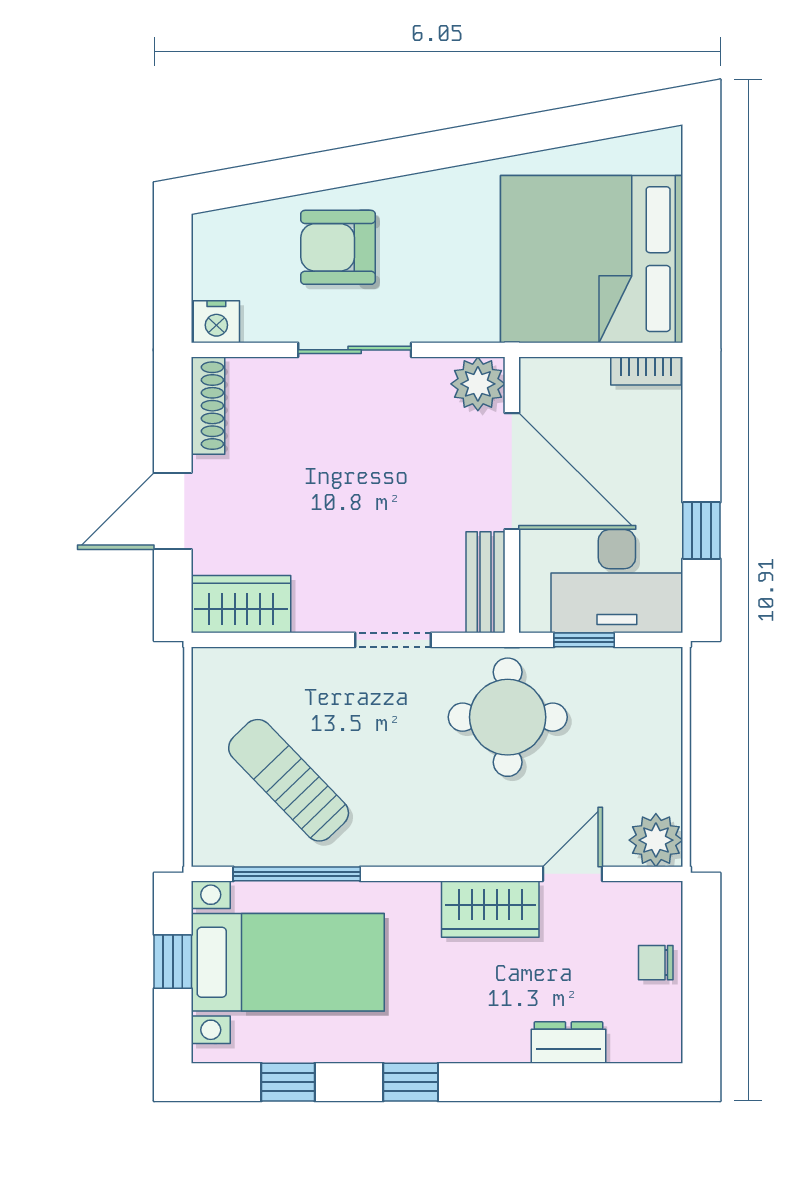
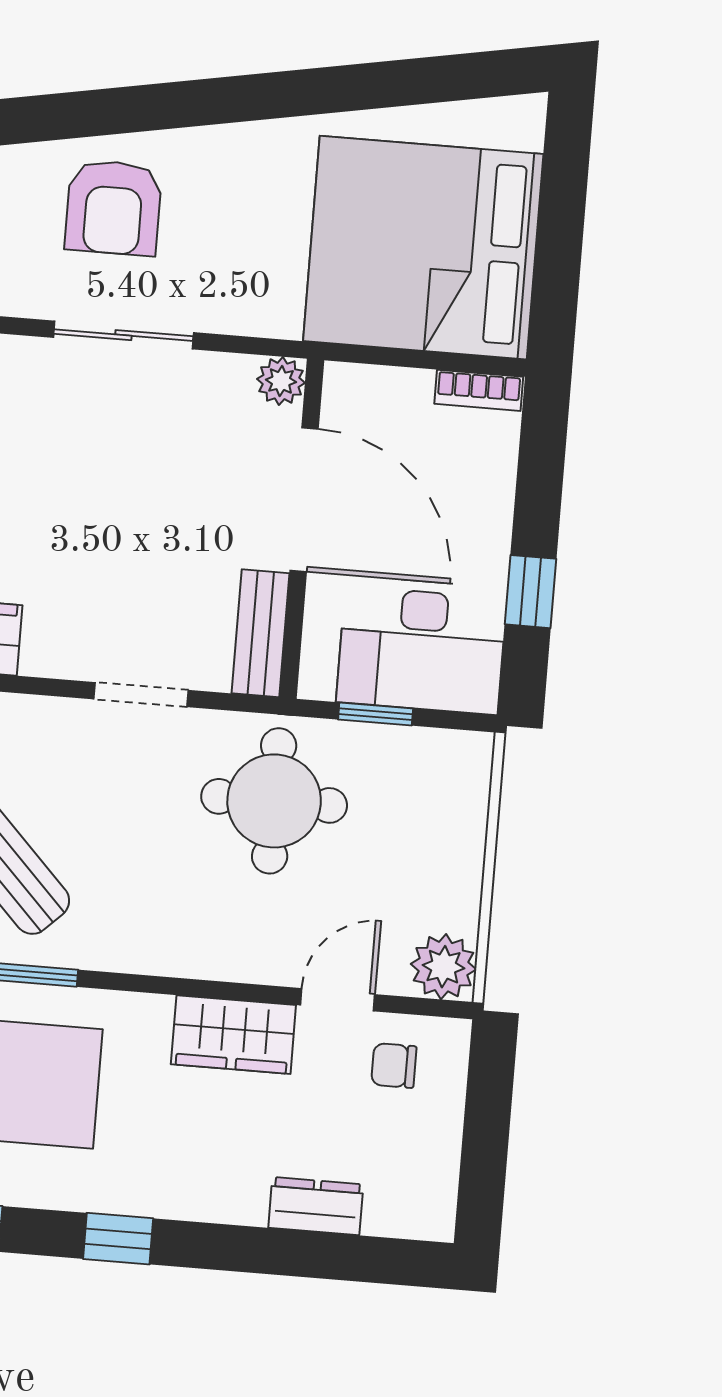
armchair: (338, 247) -> (113, 208), turned -90
plant: (478, 384) -> (281, 381), width x0.73, depth x0.73
chair: (656, 963) -> (394, 1066), moved

